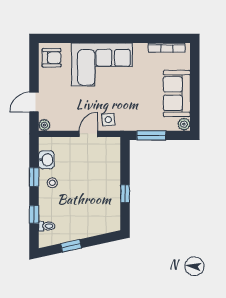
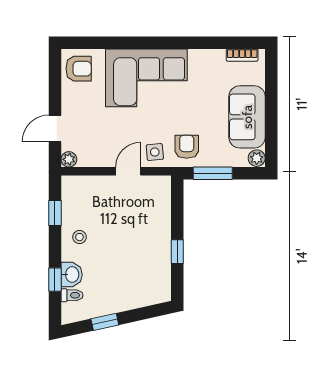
bookcase: (167, 48) -> (242, 55), width x0.64
armchair: (132, 116) -> (187, 147), added
washbasin: (46, 160) -> (72, 275), moved
window: (34, 177) -> (55, 213), moved

